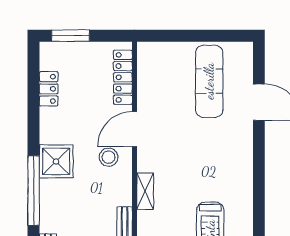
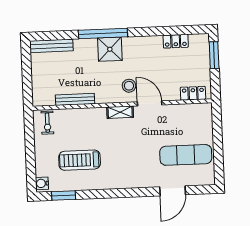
locker: (123, 77) -> (193, 93), width x0.66
shower: (56, 161) -> (110, 49), moved
shelving: (145, 191) -> (120, 112), moved

